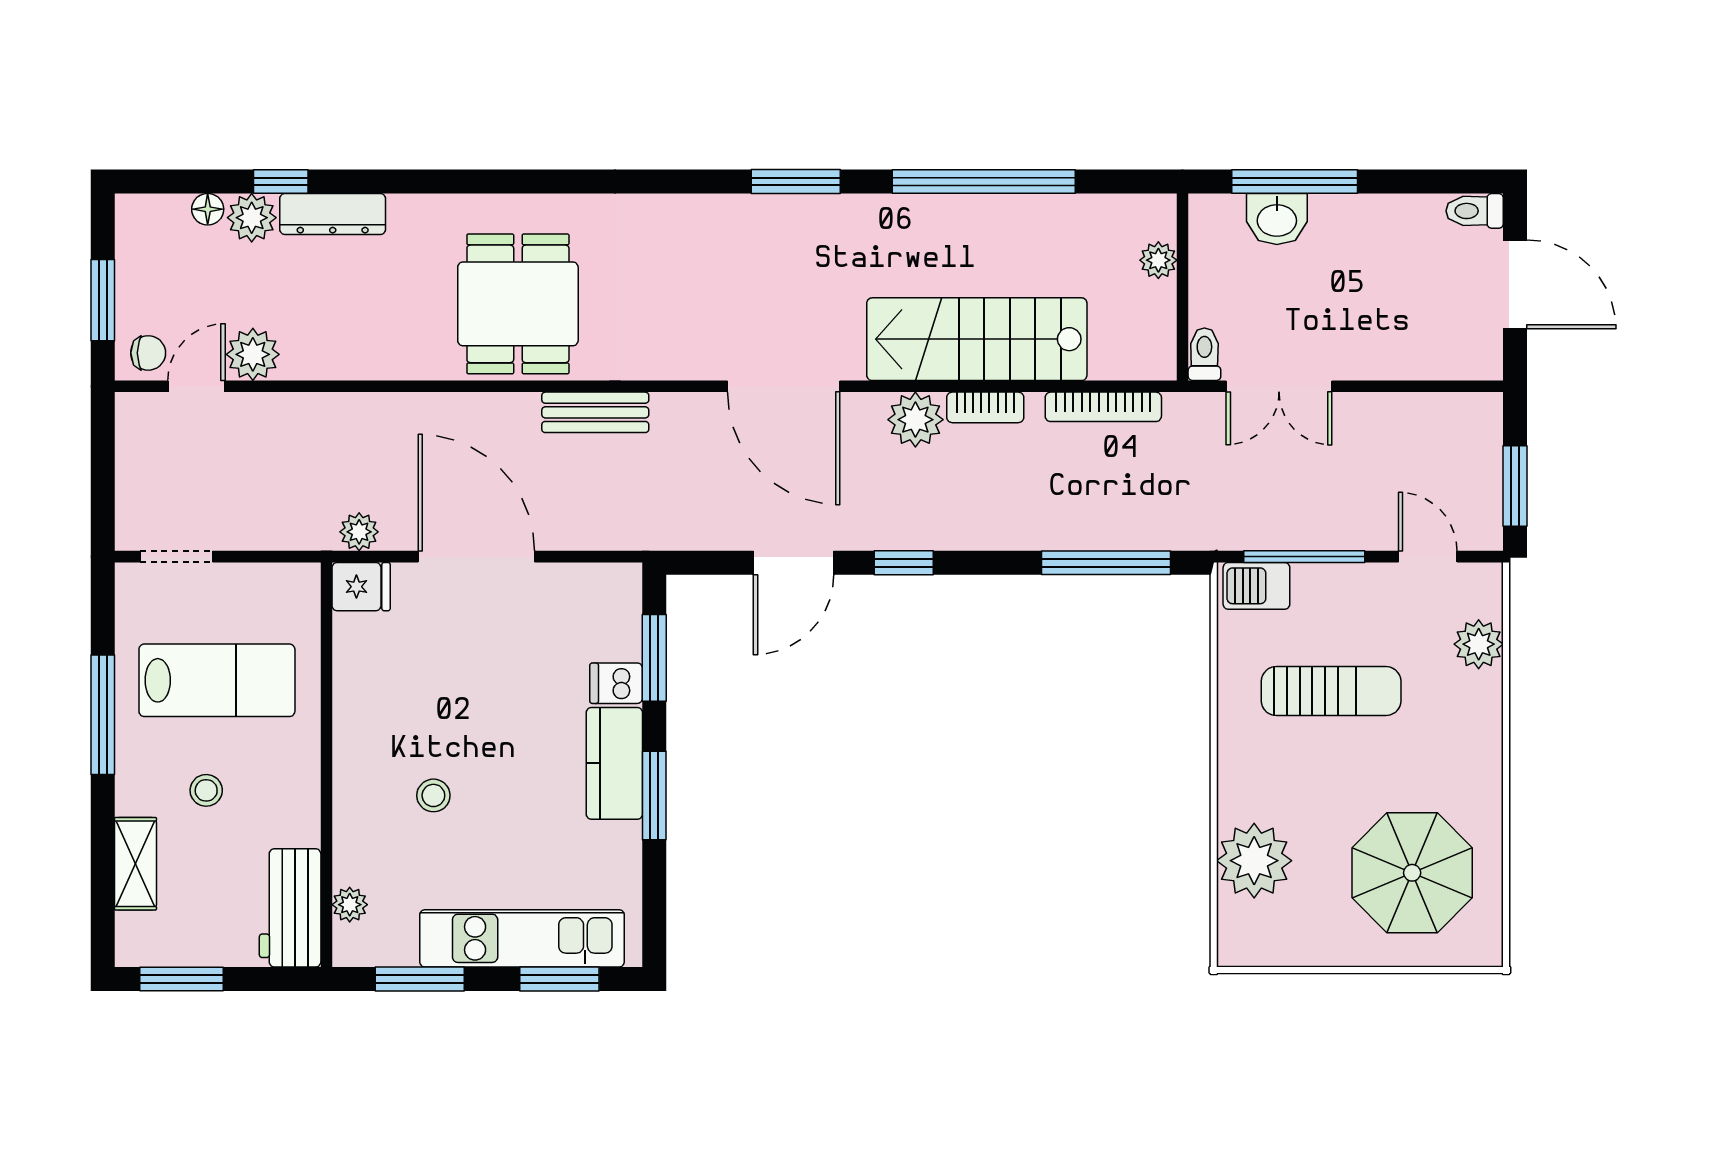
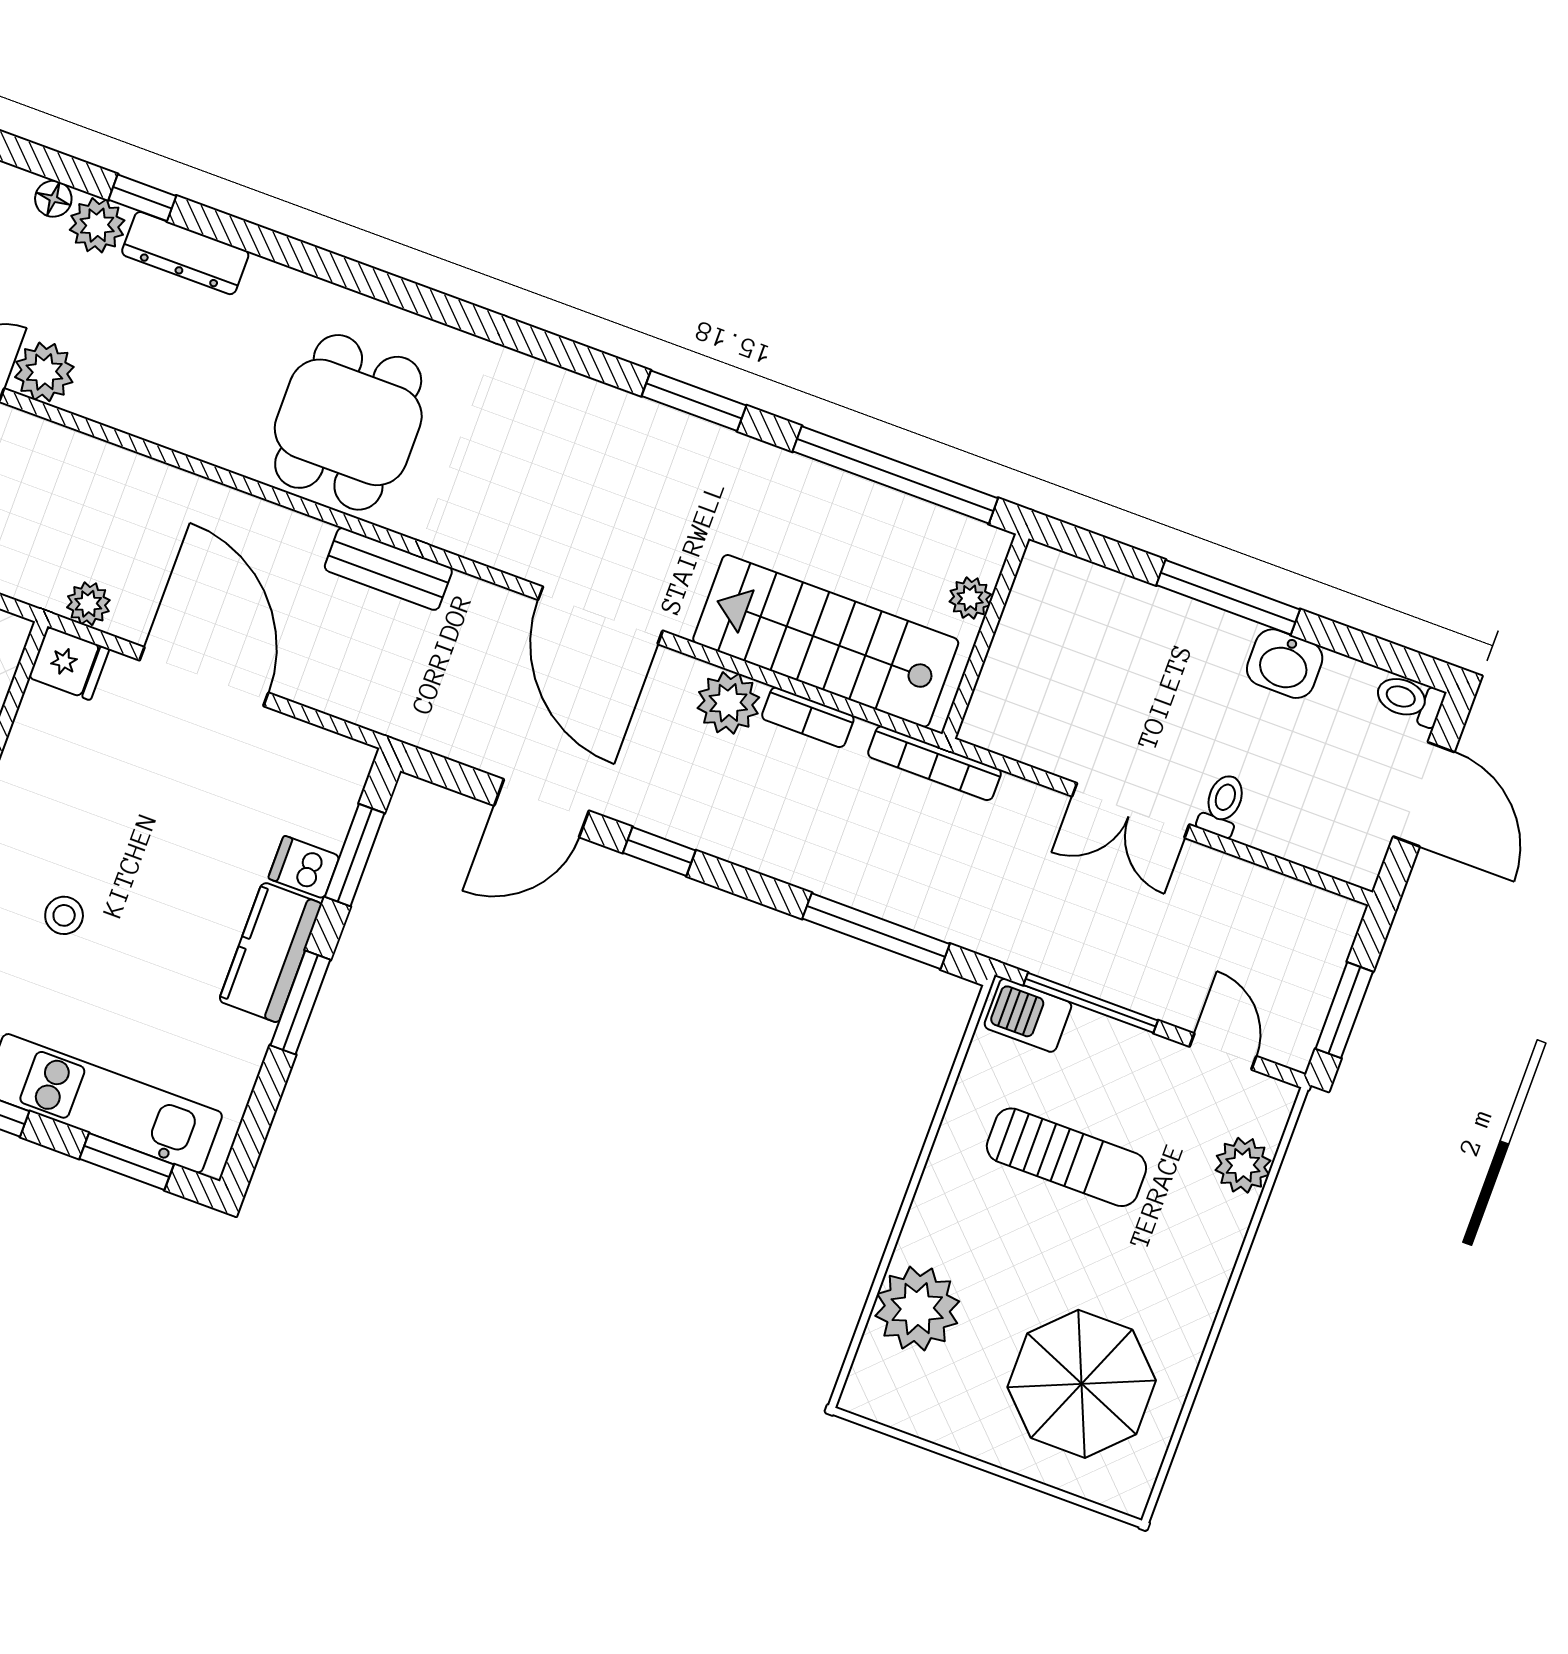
washbasin: (1277, 219) -> (1285, 664), moved
plant: (1158, 260) -> (970, 598), moved
wall: (1183, 287) -> (986, 636), moved
toilet: (1204, 354) -> (1222, 805), moved

